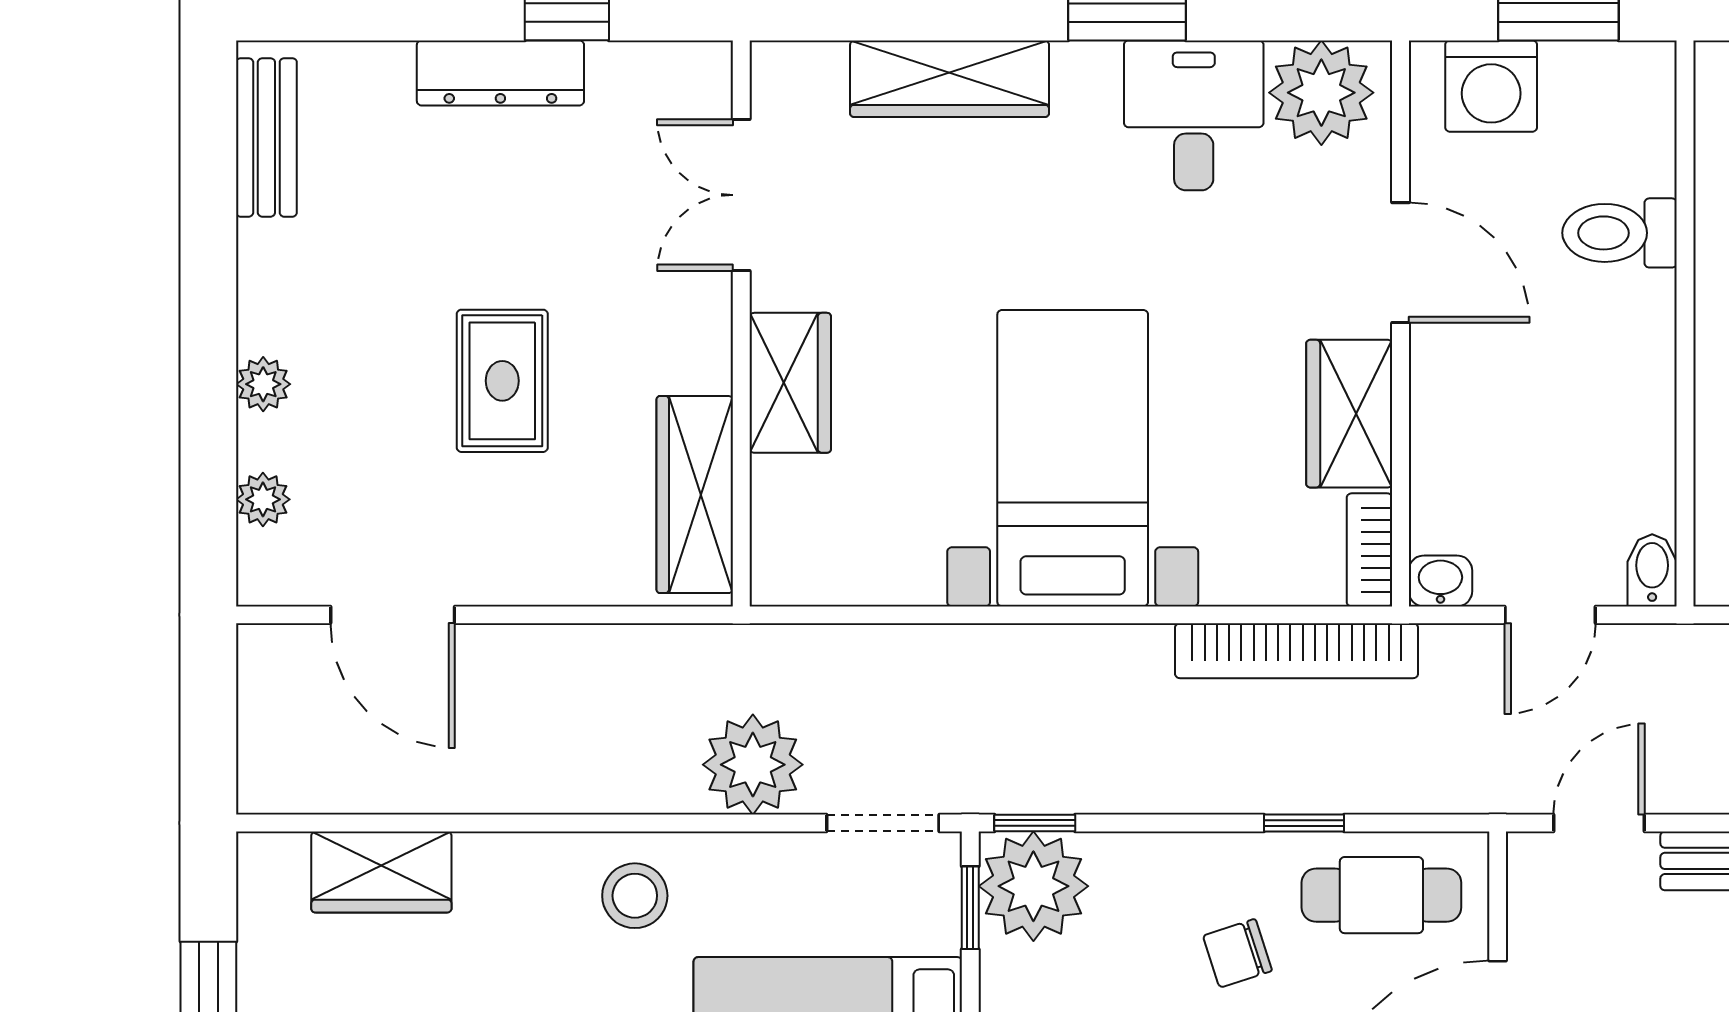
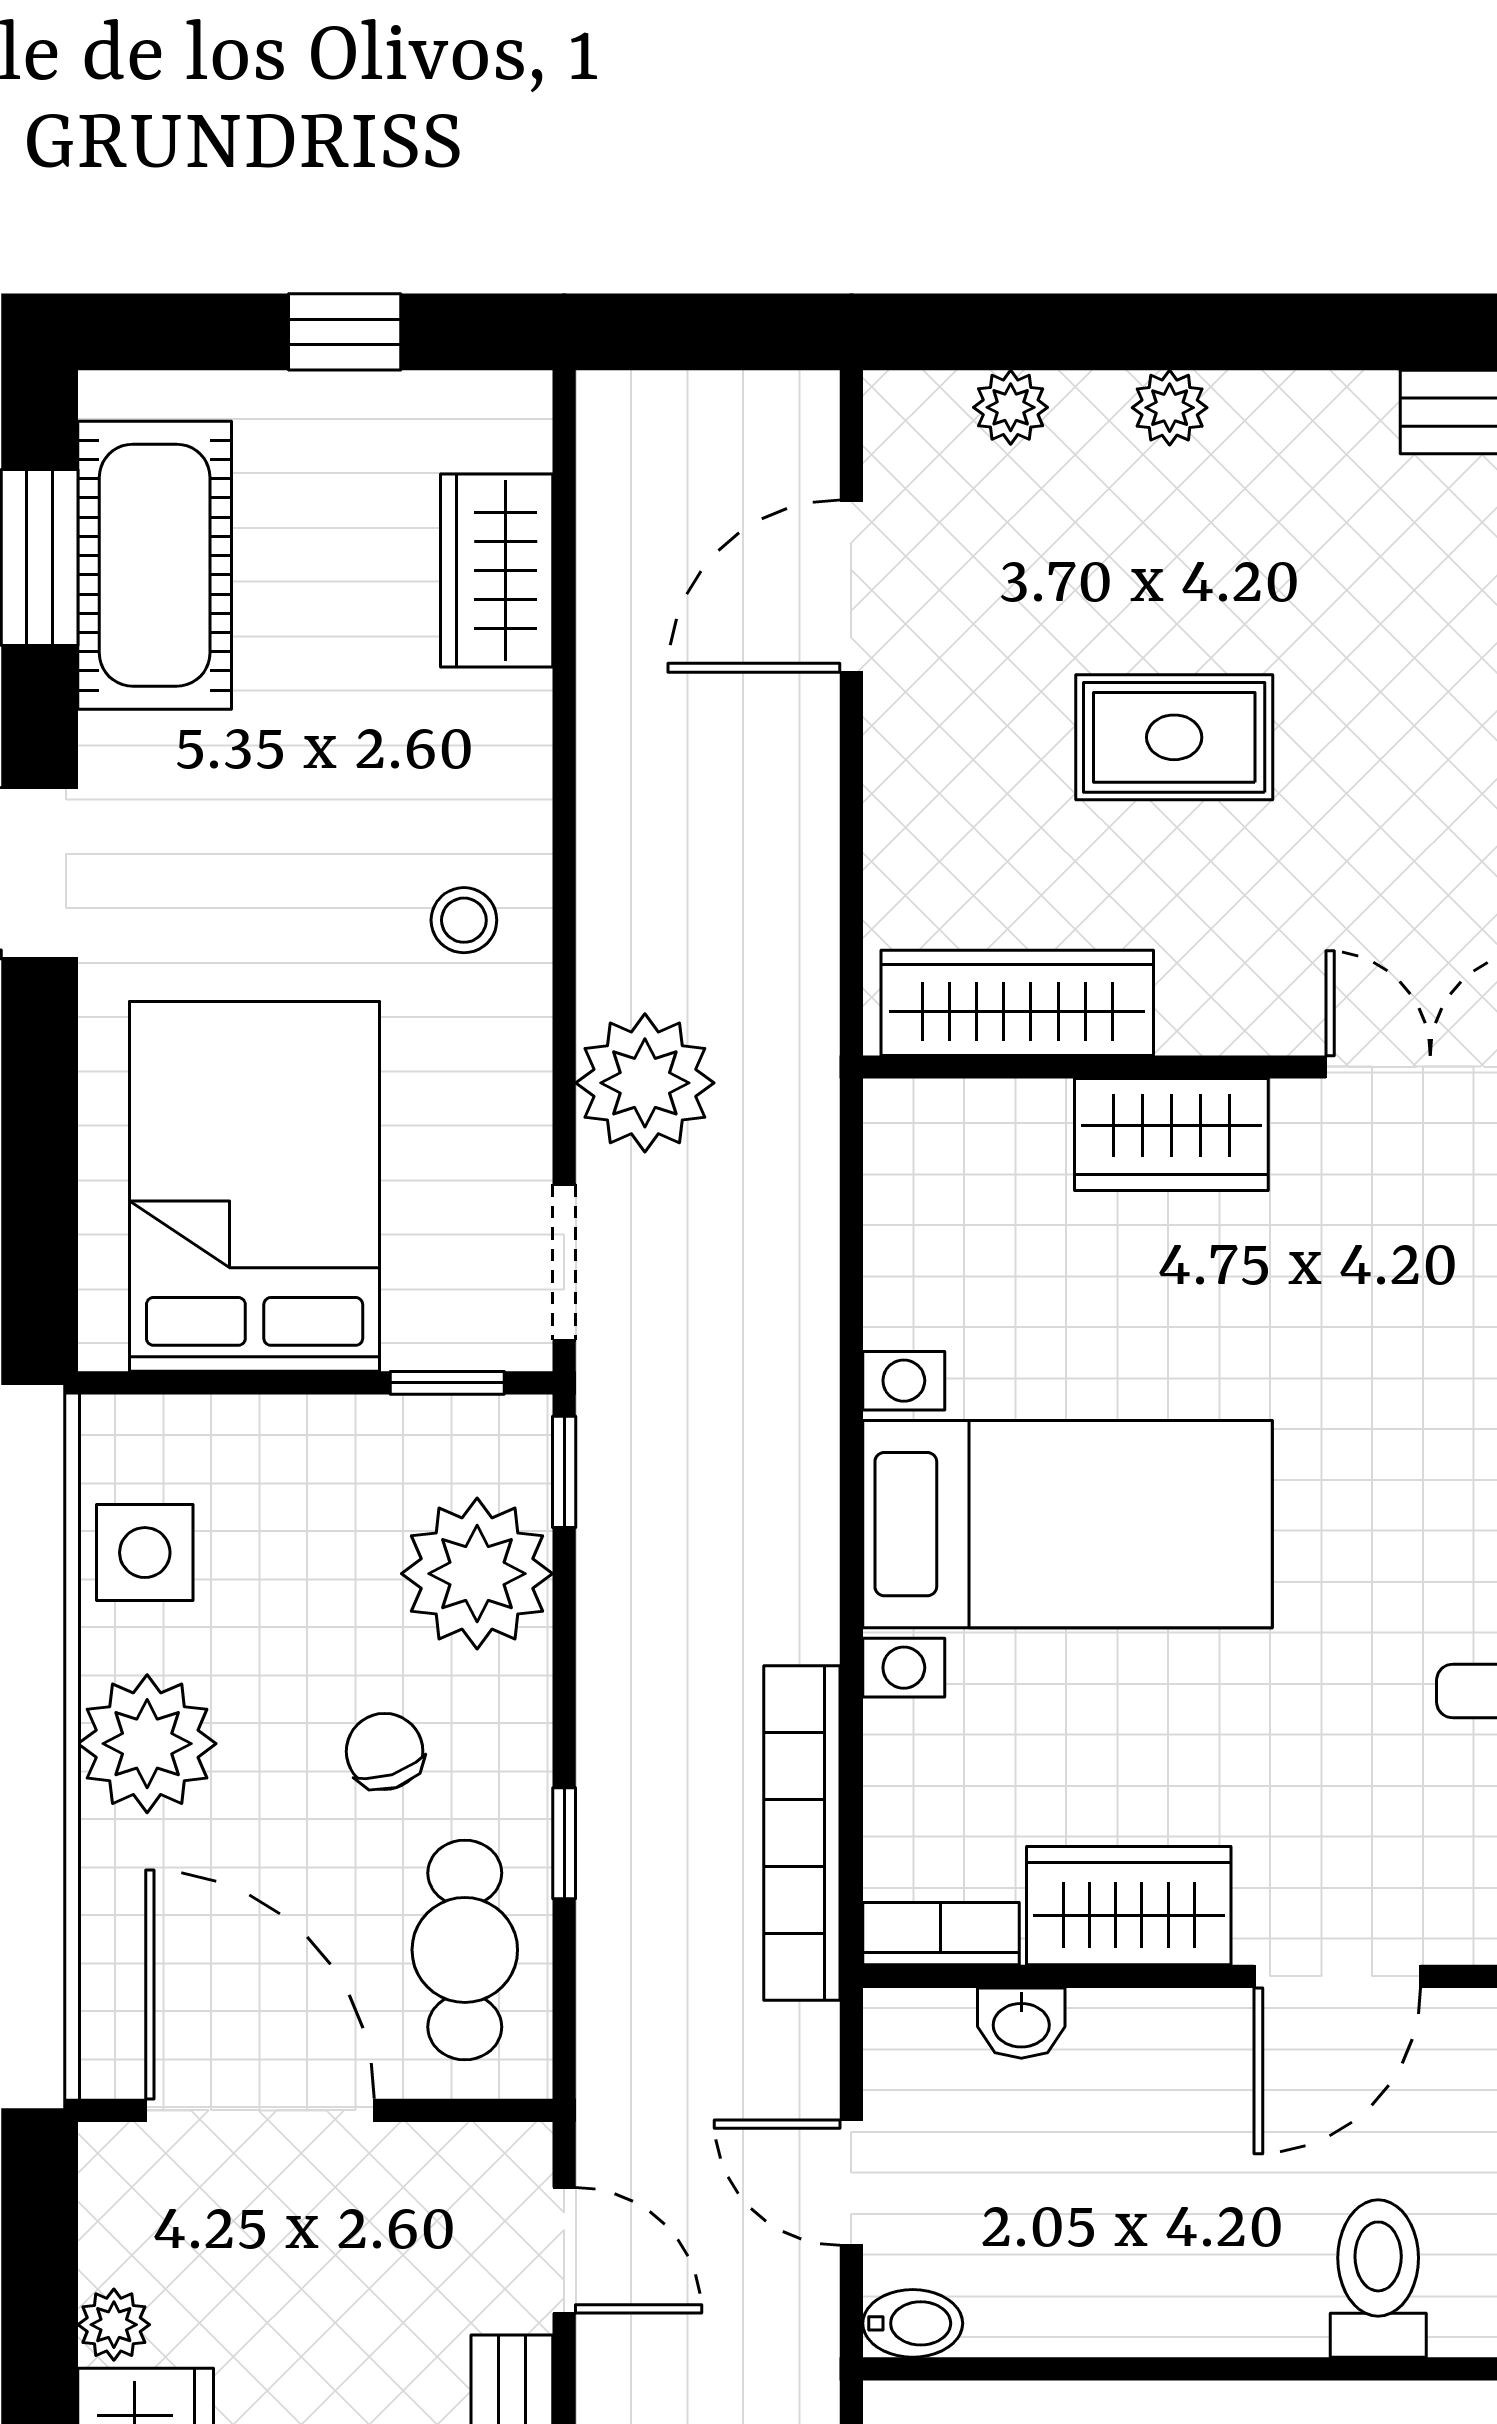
washbasin: (1440, 581) -> (1021, 2023), moved, turned 90
plant: (1033, 886) -> (477, 1574), moved
stool: (635, 896) -> (464, 920), width x0.73, depth x0.73

